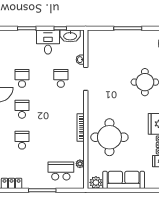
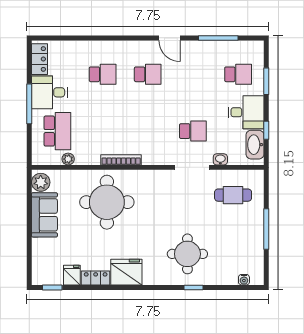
cafe table: (105, 51) -> (233, 195), added
school desk: (22, 78) -> (238, 74), moved
desk: (34, 176) -> (49, 92), added
sofa: (124, 180) -> (44, 215), width x0.73

